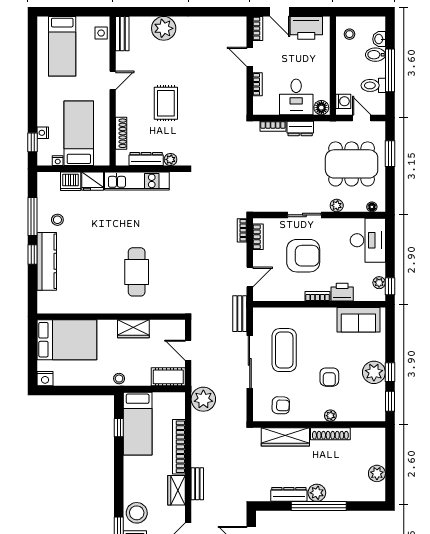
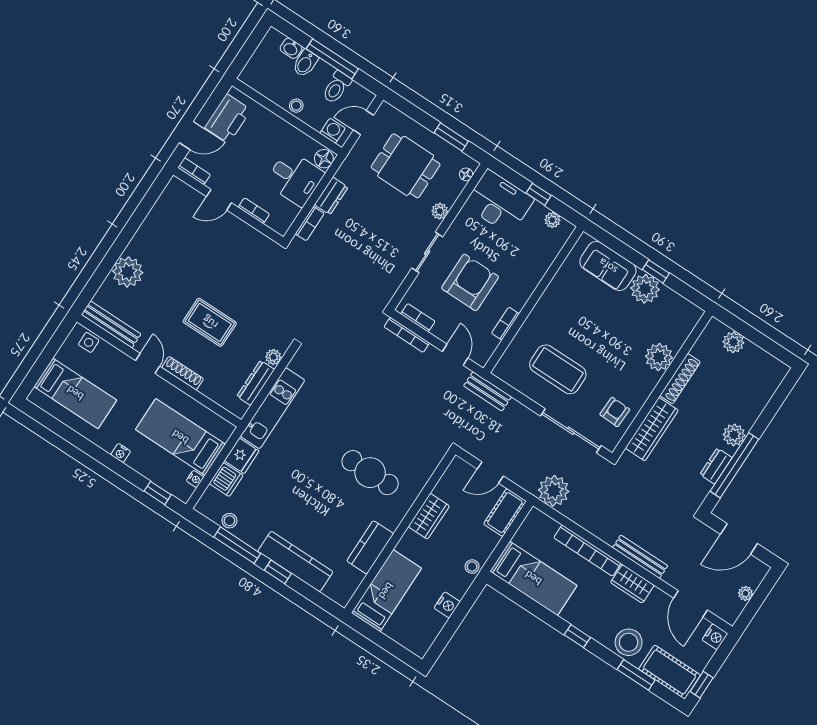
bench: (122, 34) -> (111, 324), width x1.36
stool: (349, 34) -> (296, 106), moved
nightstand: (43, 133) -> (121, 453), moved
shoe rack: (121, 133) -> (183, 373), moved
window: (390, 154) -> (451, 137), moved
dining table: (352, 164) -> (406, 166), width x0.73
stool: (57, 220) -> (229, 521), moved
bookcase: (242, 230) -> (407, 335), width x1.56
window: (390, 286) -> (539, 194), moved
printer: (342, 292) -> (537, 266), removed
bookcase: (317, 296) -> (505, 324), moved
kitchen counter: (88, 304) -> (370, 547), added
sofa: (358, 320) -> (608, 266), moved, turned 90
bed: (67, 340) -> (386, 591), width x0.67
sliding door: (250, 362) -> (571, 431), moved
armchair: (329, 377) -> (619, 340), removed
nightstand: (45, 379) -> (447, 605), moved
window: (390, 401) -> (687, 292), removed
plant: (330, 416) -> (659, 357), width x1.88, depth x1.88
window: (119, 428) -> (577, 636), moved
plant: (377, 473) -> (733, 342), moved
bench: (197, 484) -> (640, 557), width x1.36
dresser: (289, 494) -> (716, 466), width x0.70
window: (319, 506) -> (734, 465), moved

